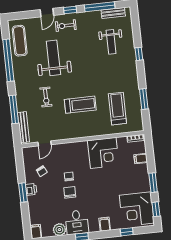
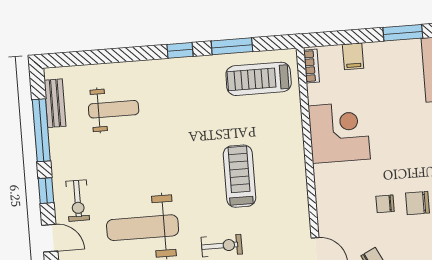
window: (139, 54) -> (180, 50), moved
treadmill: (117, 109) -> (259, 79), moved

